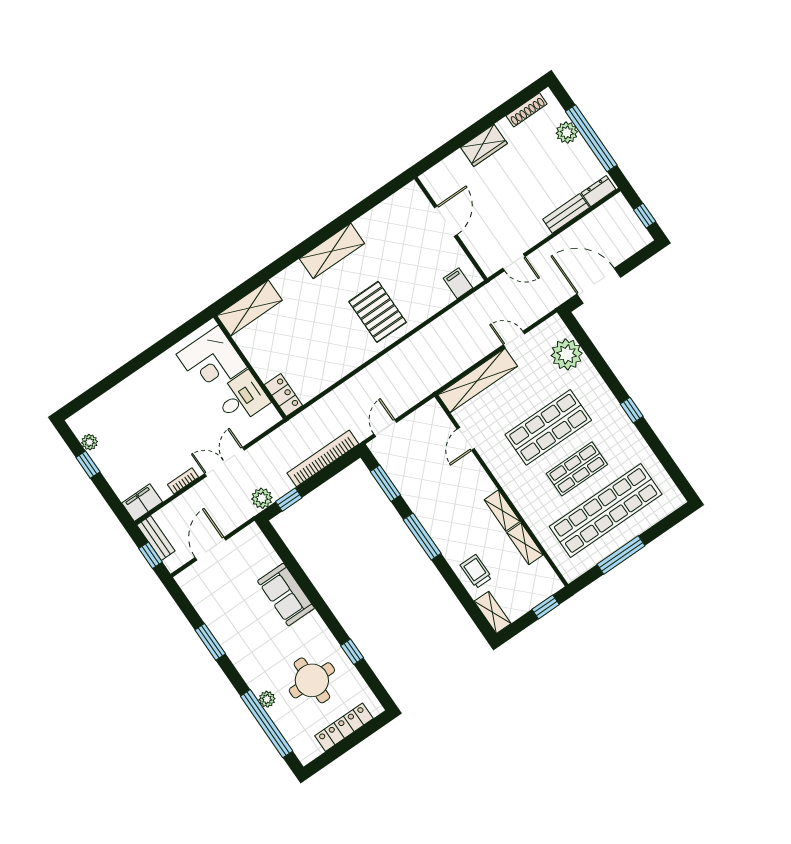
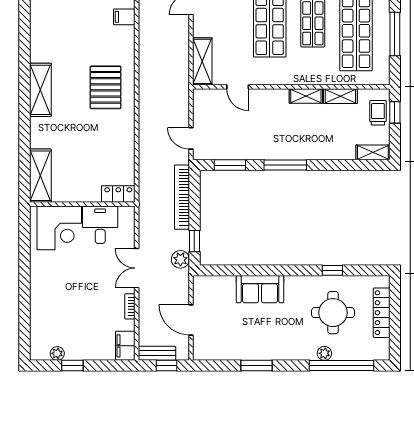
pallet: (378, 312) -> (105, 87), turned 90
shelving: (478, 380) -> (202, 61), width x0.68
trolley: (476, 571) -> (378, 113), moved, turned 90

